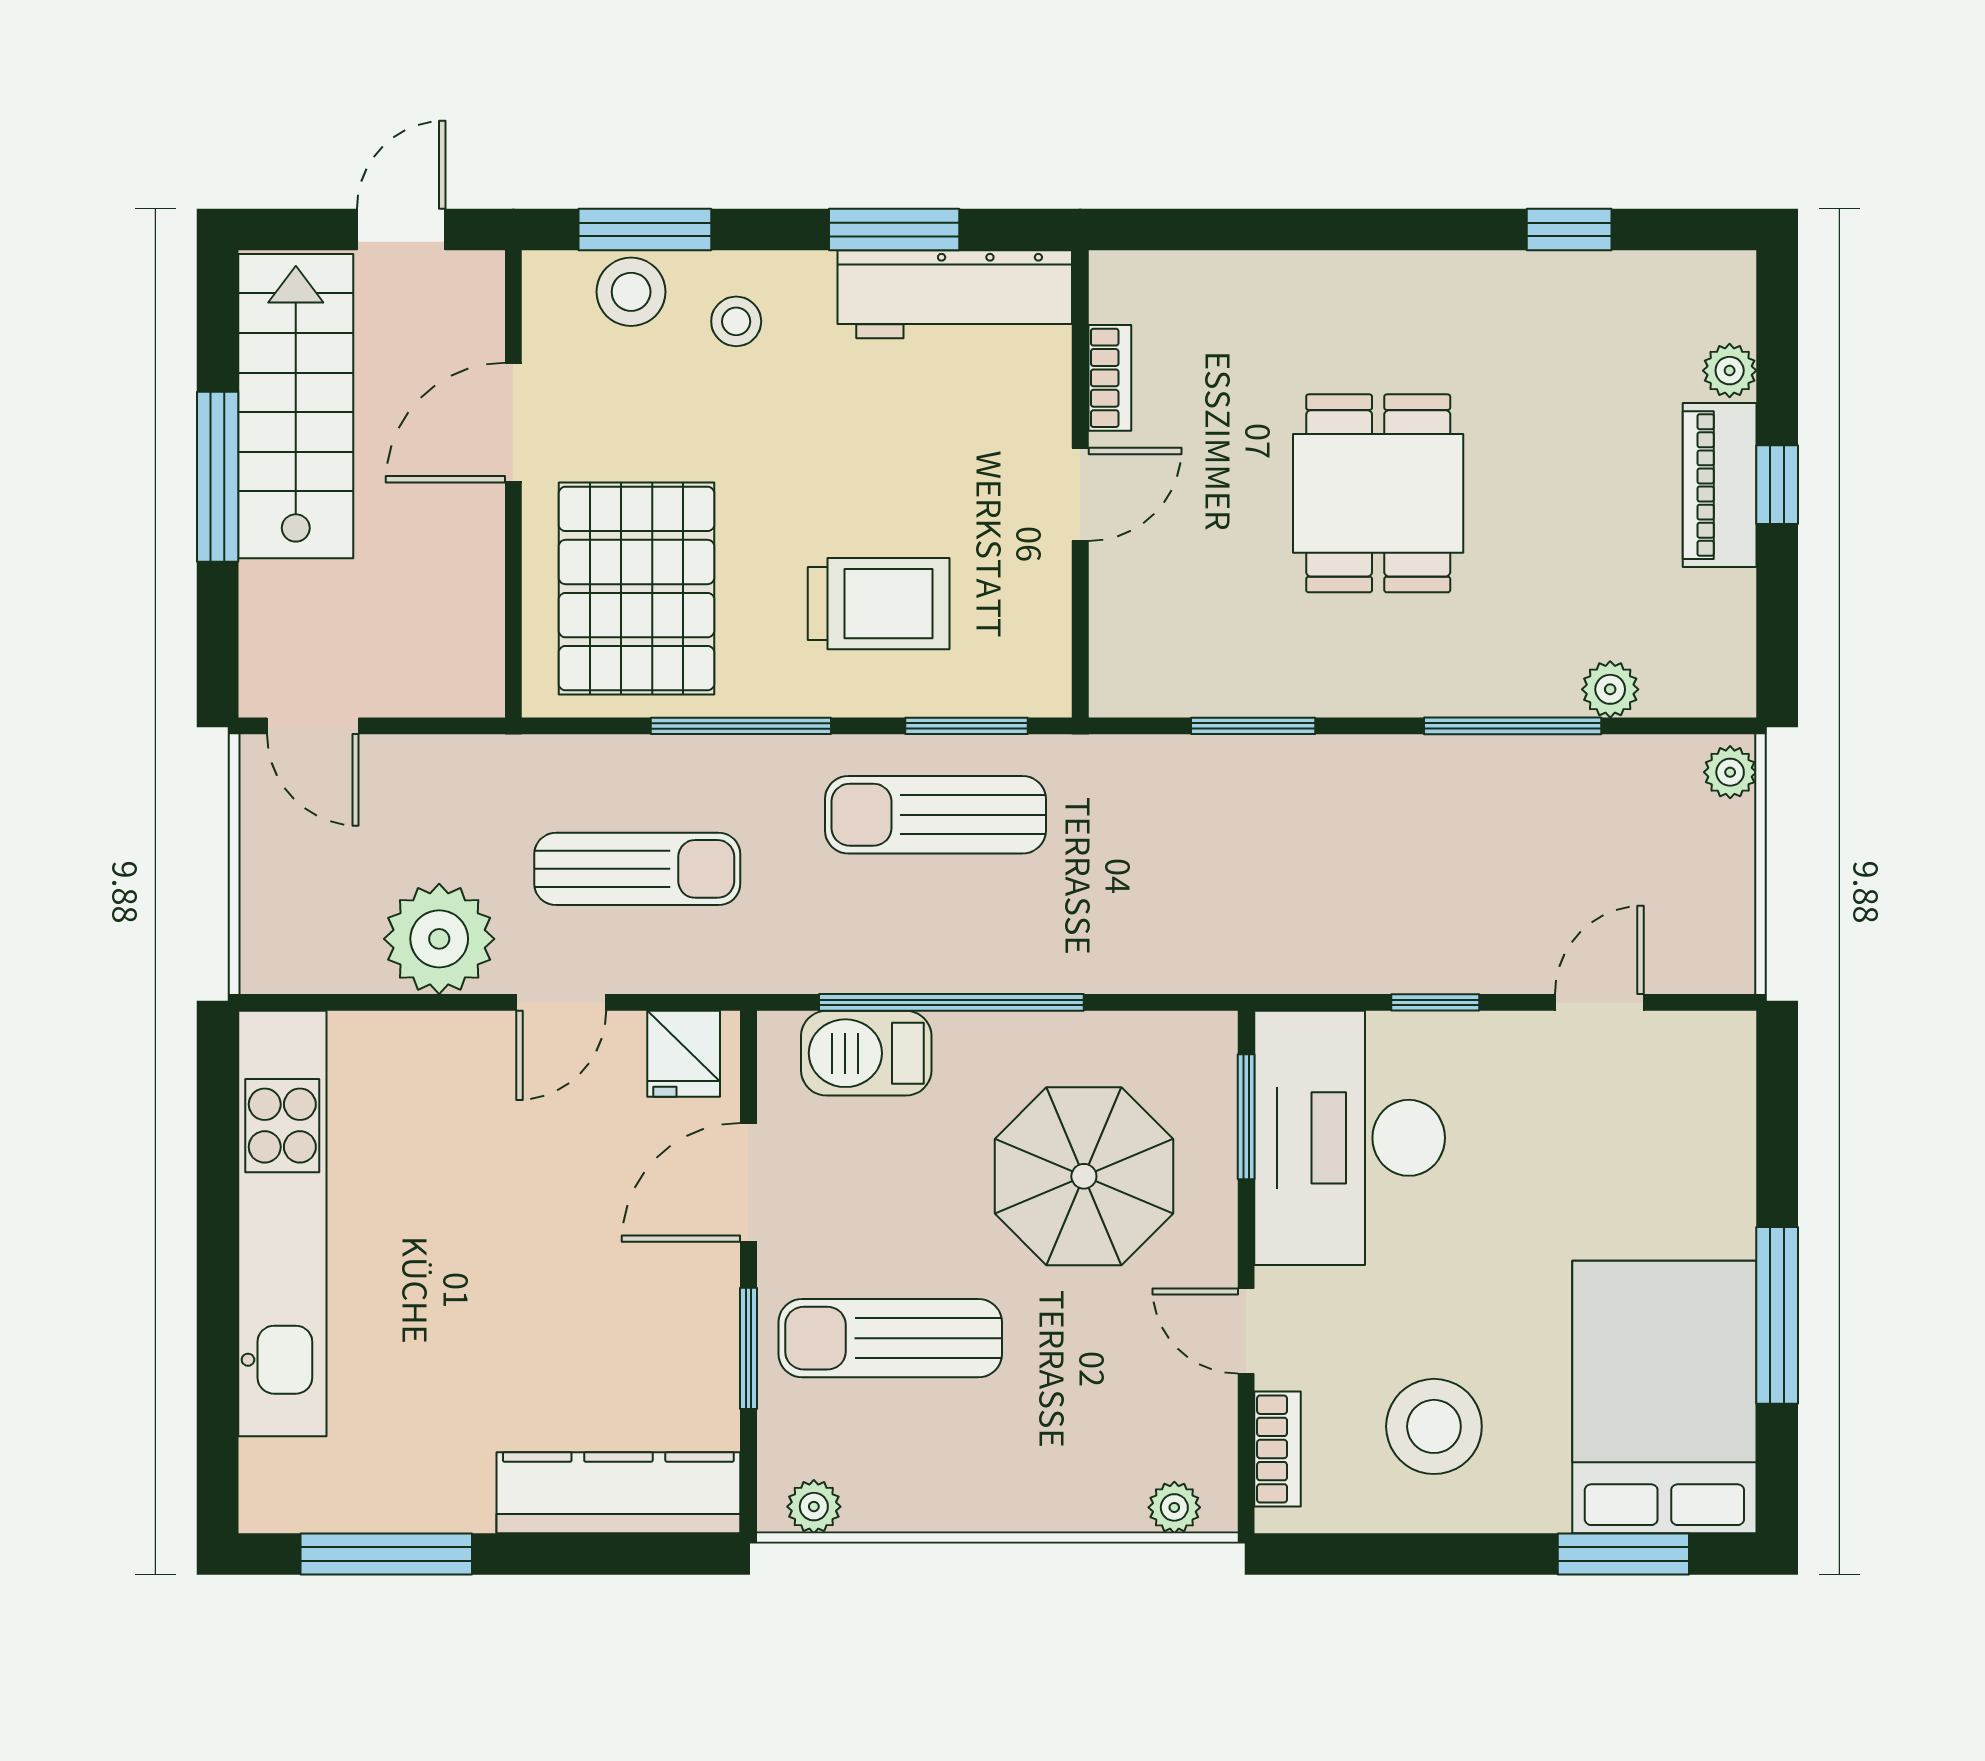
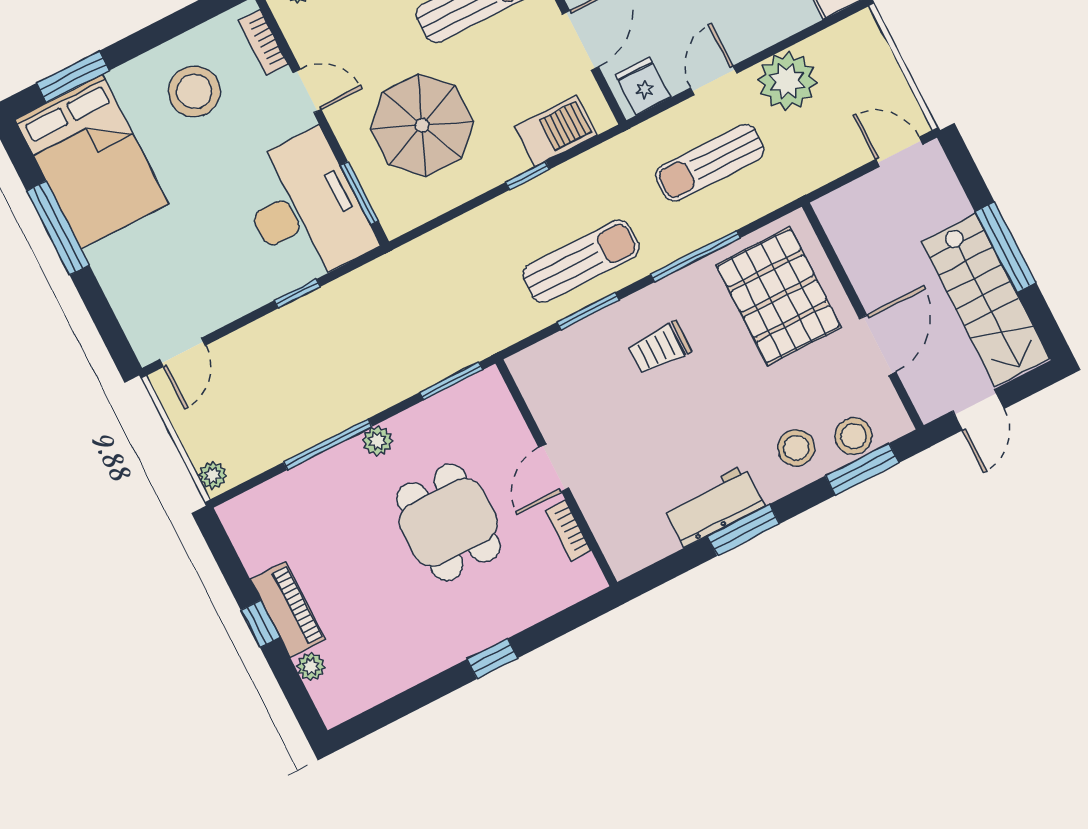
window: (1569, 229) -> (492, 659), moved
workbench: (955, 294) -> (714, 506), width x0.73
stool: (736, 321) -> (796, 448), width x1.37, depth x1.37
bookcase: (1110, 378) -> (568, 530), moved
wall: (1080, 484) -> (556, 473), moved
door: (1080, 494) -> (554, 468), moved
trolley: (879, 604) -> (660, 348), width x0.73, depth x0.72
plant: (1610, 689) -> (378, 441), moved
window: (951, 1002) -> (528, 176), width x0.32
door: (1599, 1002) -> (183, 352), moved

